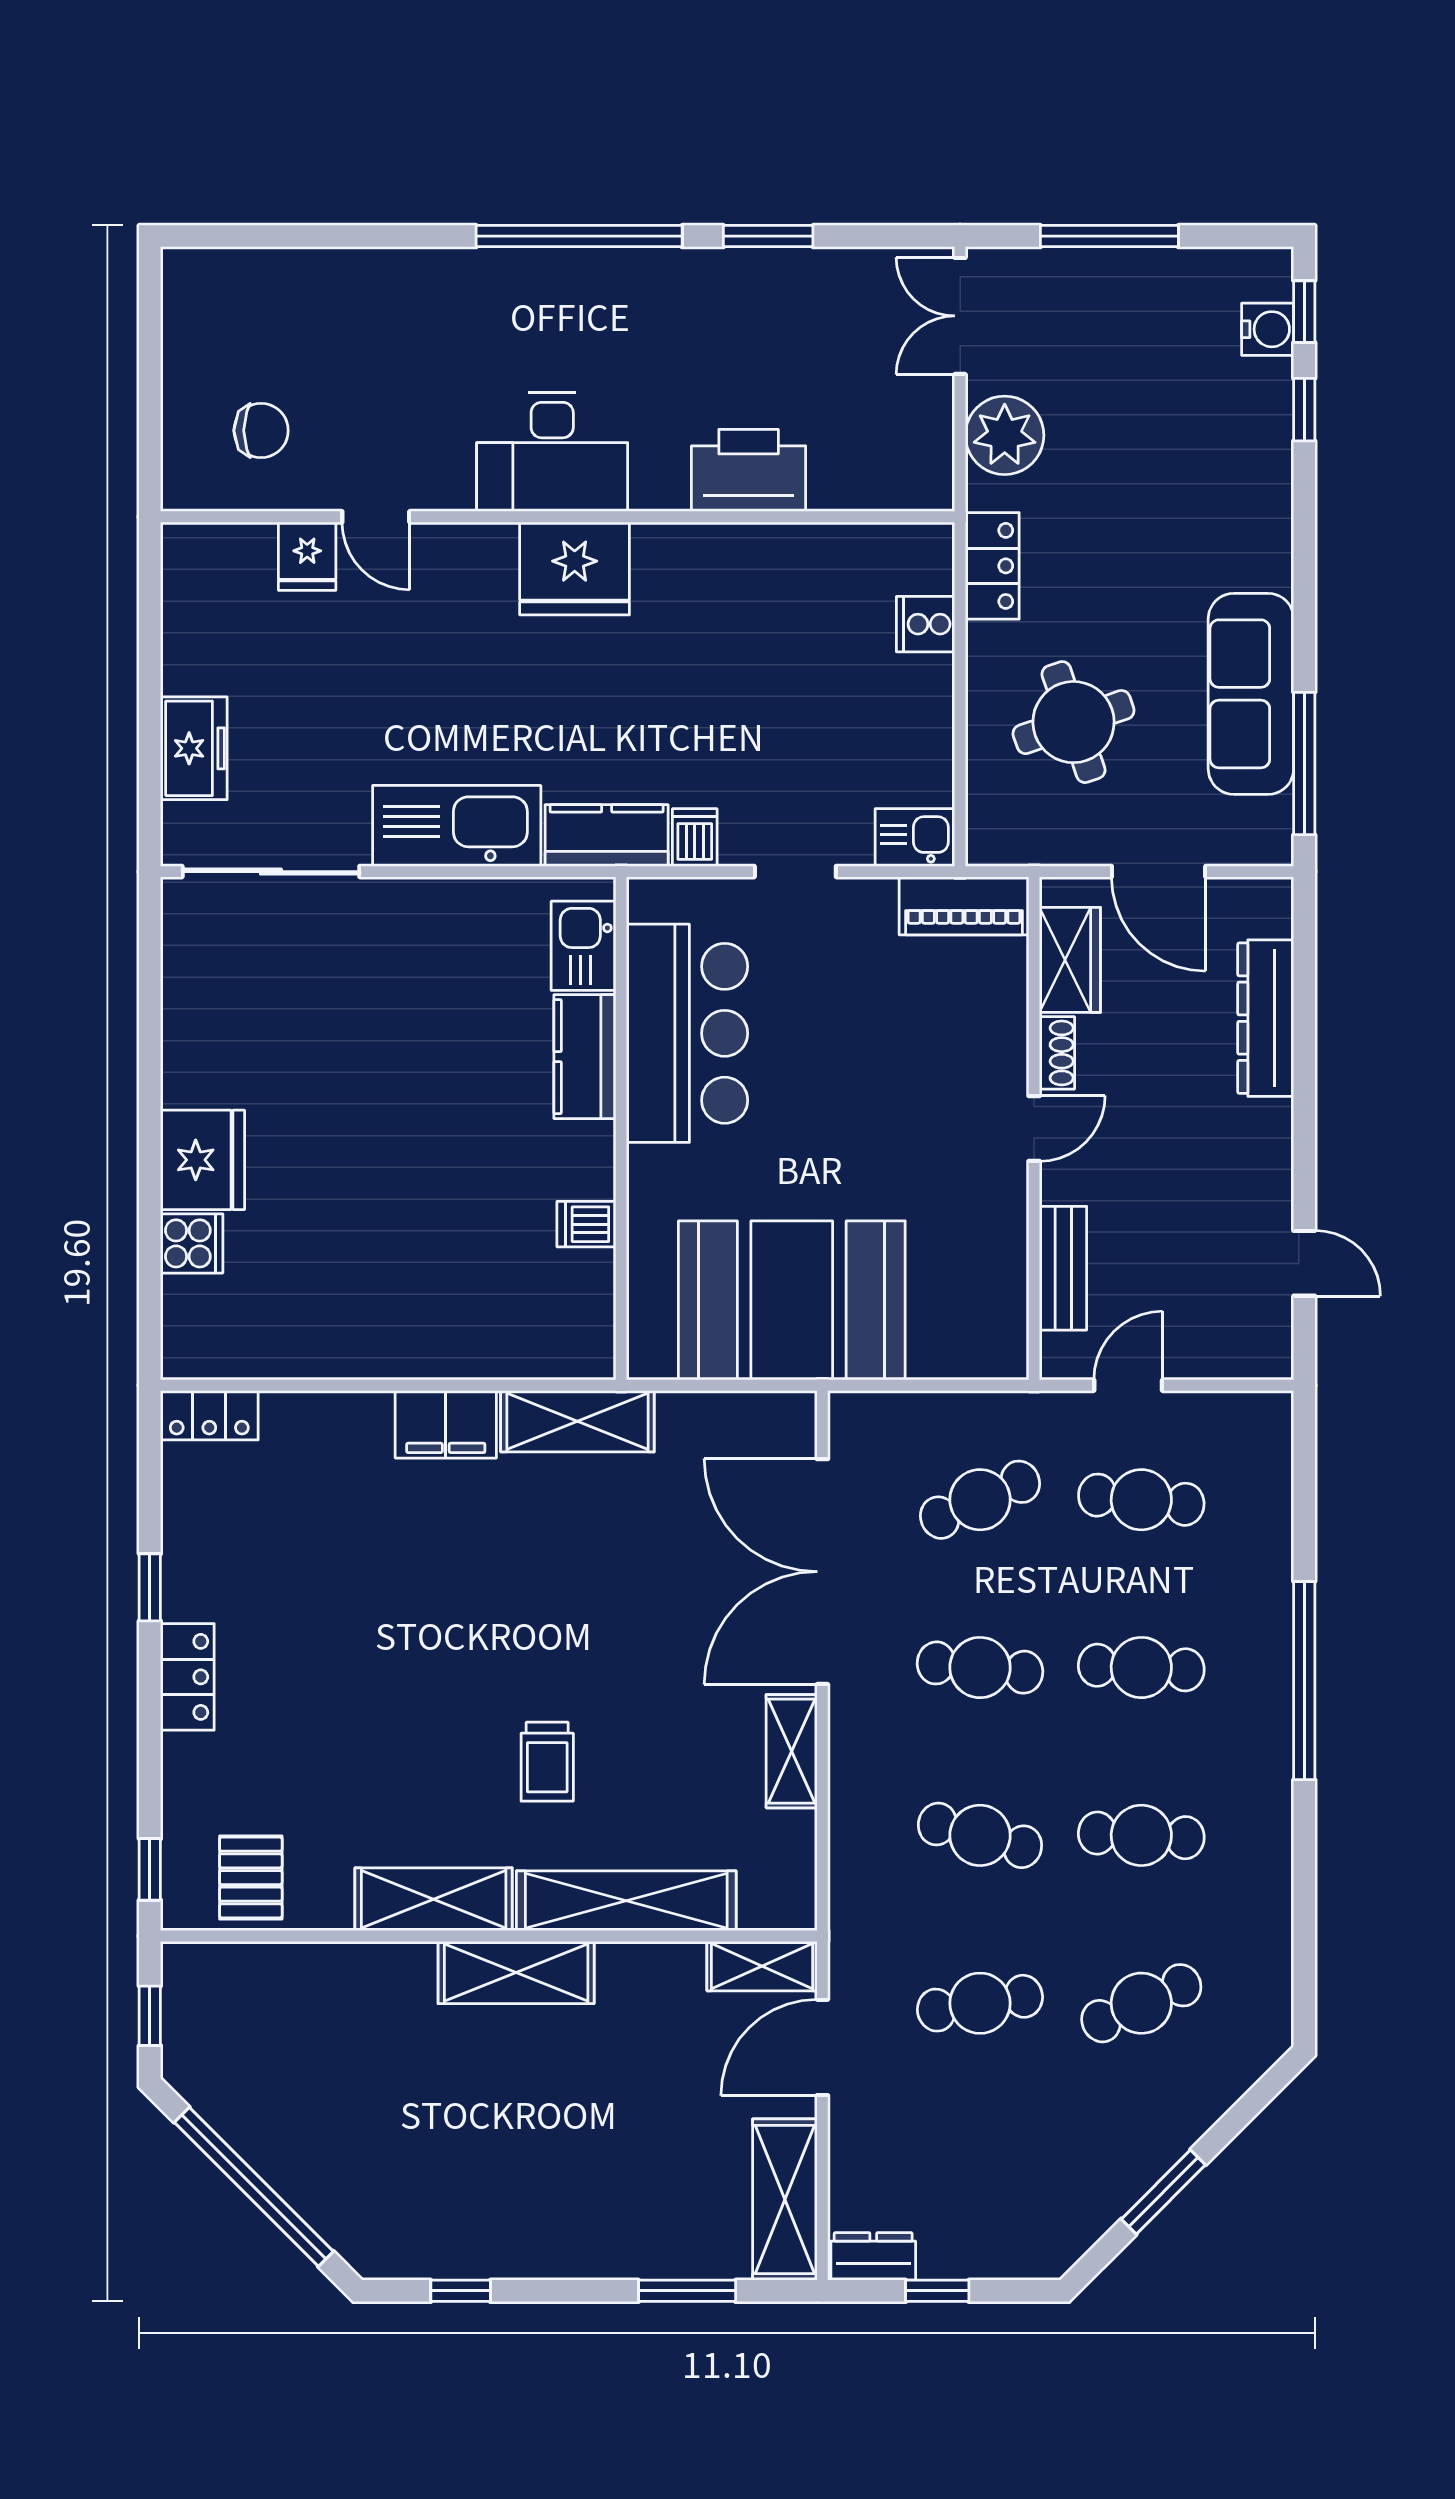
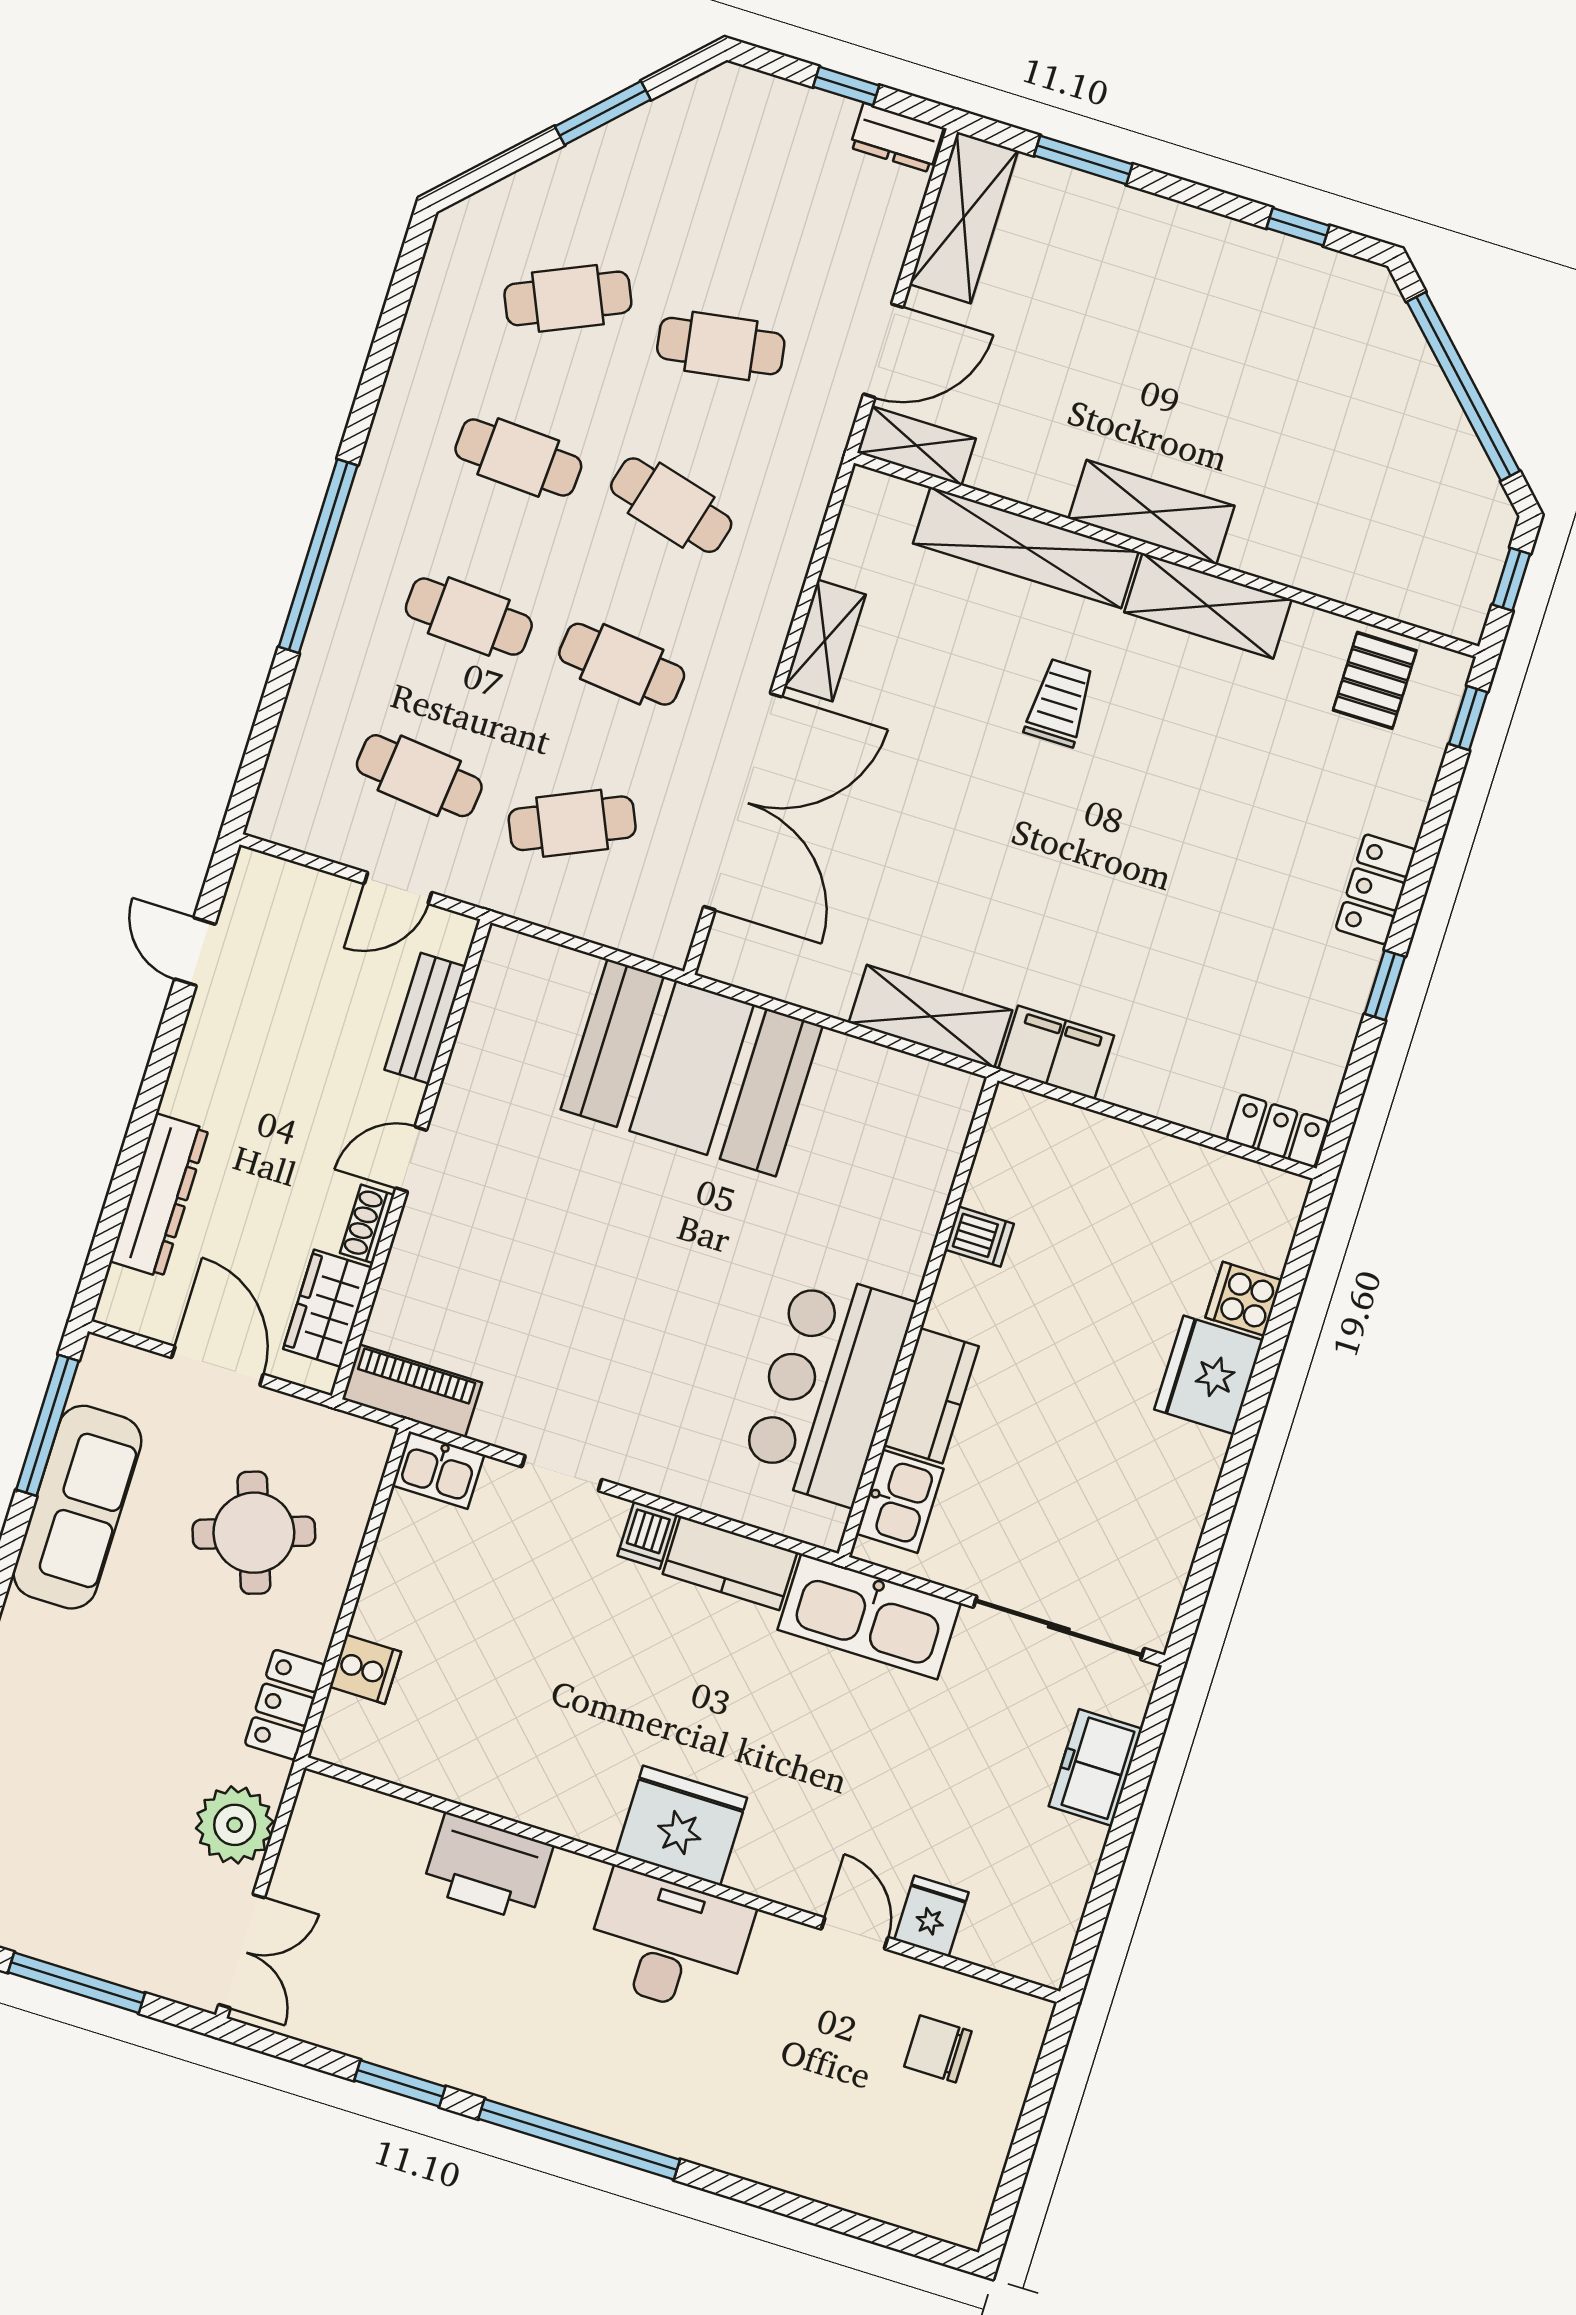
kitchen sink: (583, 946) -> (900, 1501), moved
bar counter: (687, 1033) -> (828, 1388), moved
kitchen counter: (585, 1057) -> (931, 1396), moved
wall: (621, 1128) -> (918, 1317), moved
dishwasher: (586, 1224) -> (979, 1237), moved

